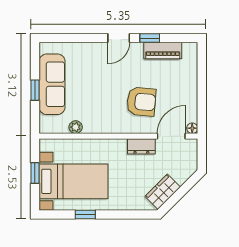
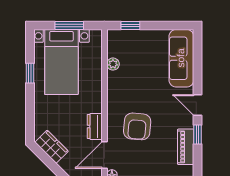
sofa: (52, 84) -> (181, 58), moved, turned 90
window: (35, 90) -> (130, 25), moved
door: (171, 136) -> (104, 155), swing flipped
window: (35, 173) -> (69, 25), width x1.50

